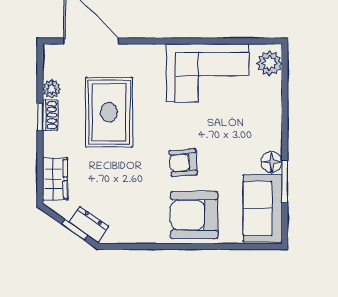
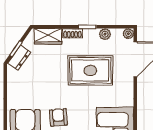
plant: (51, 52) -> (128, 34), added
shoe rack: (50, 115) -> (72, 33), moved

